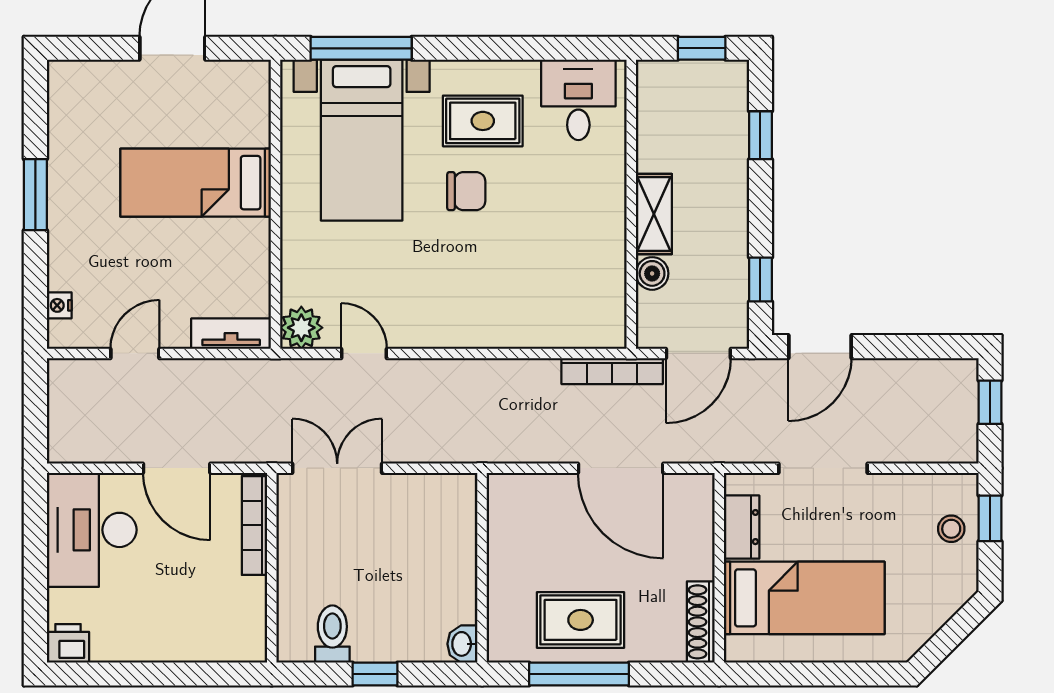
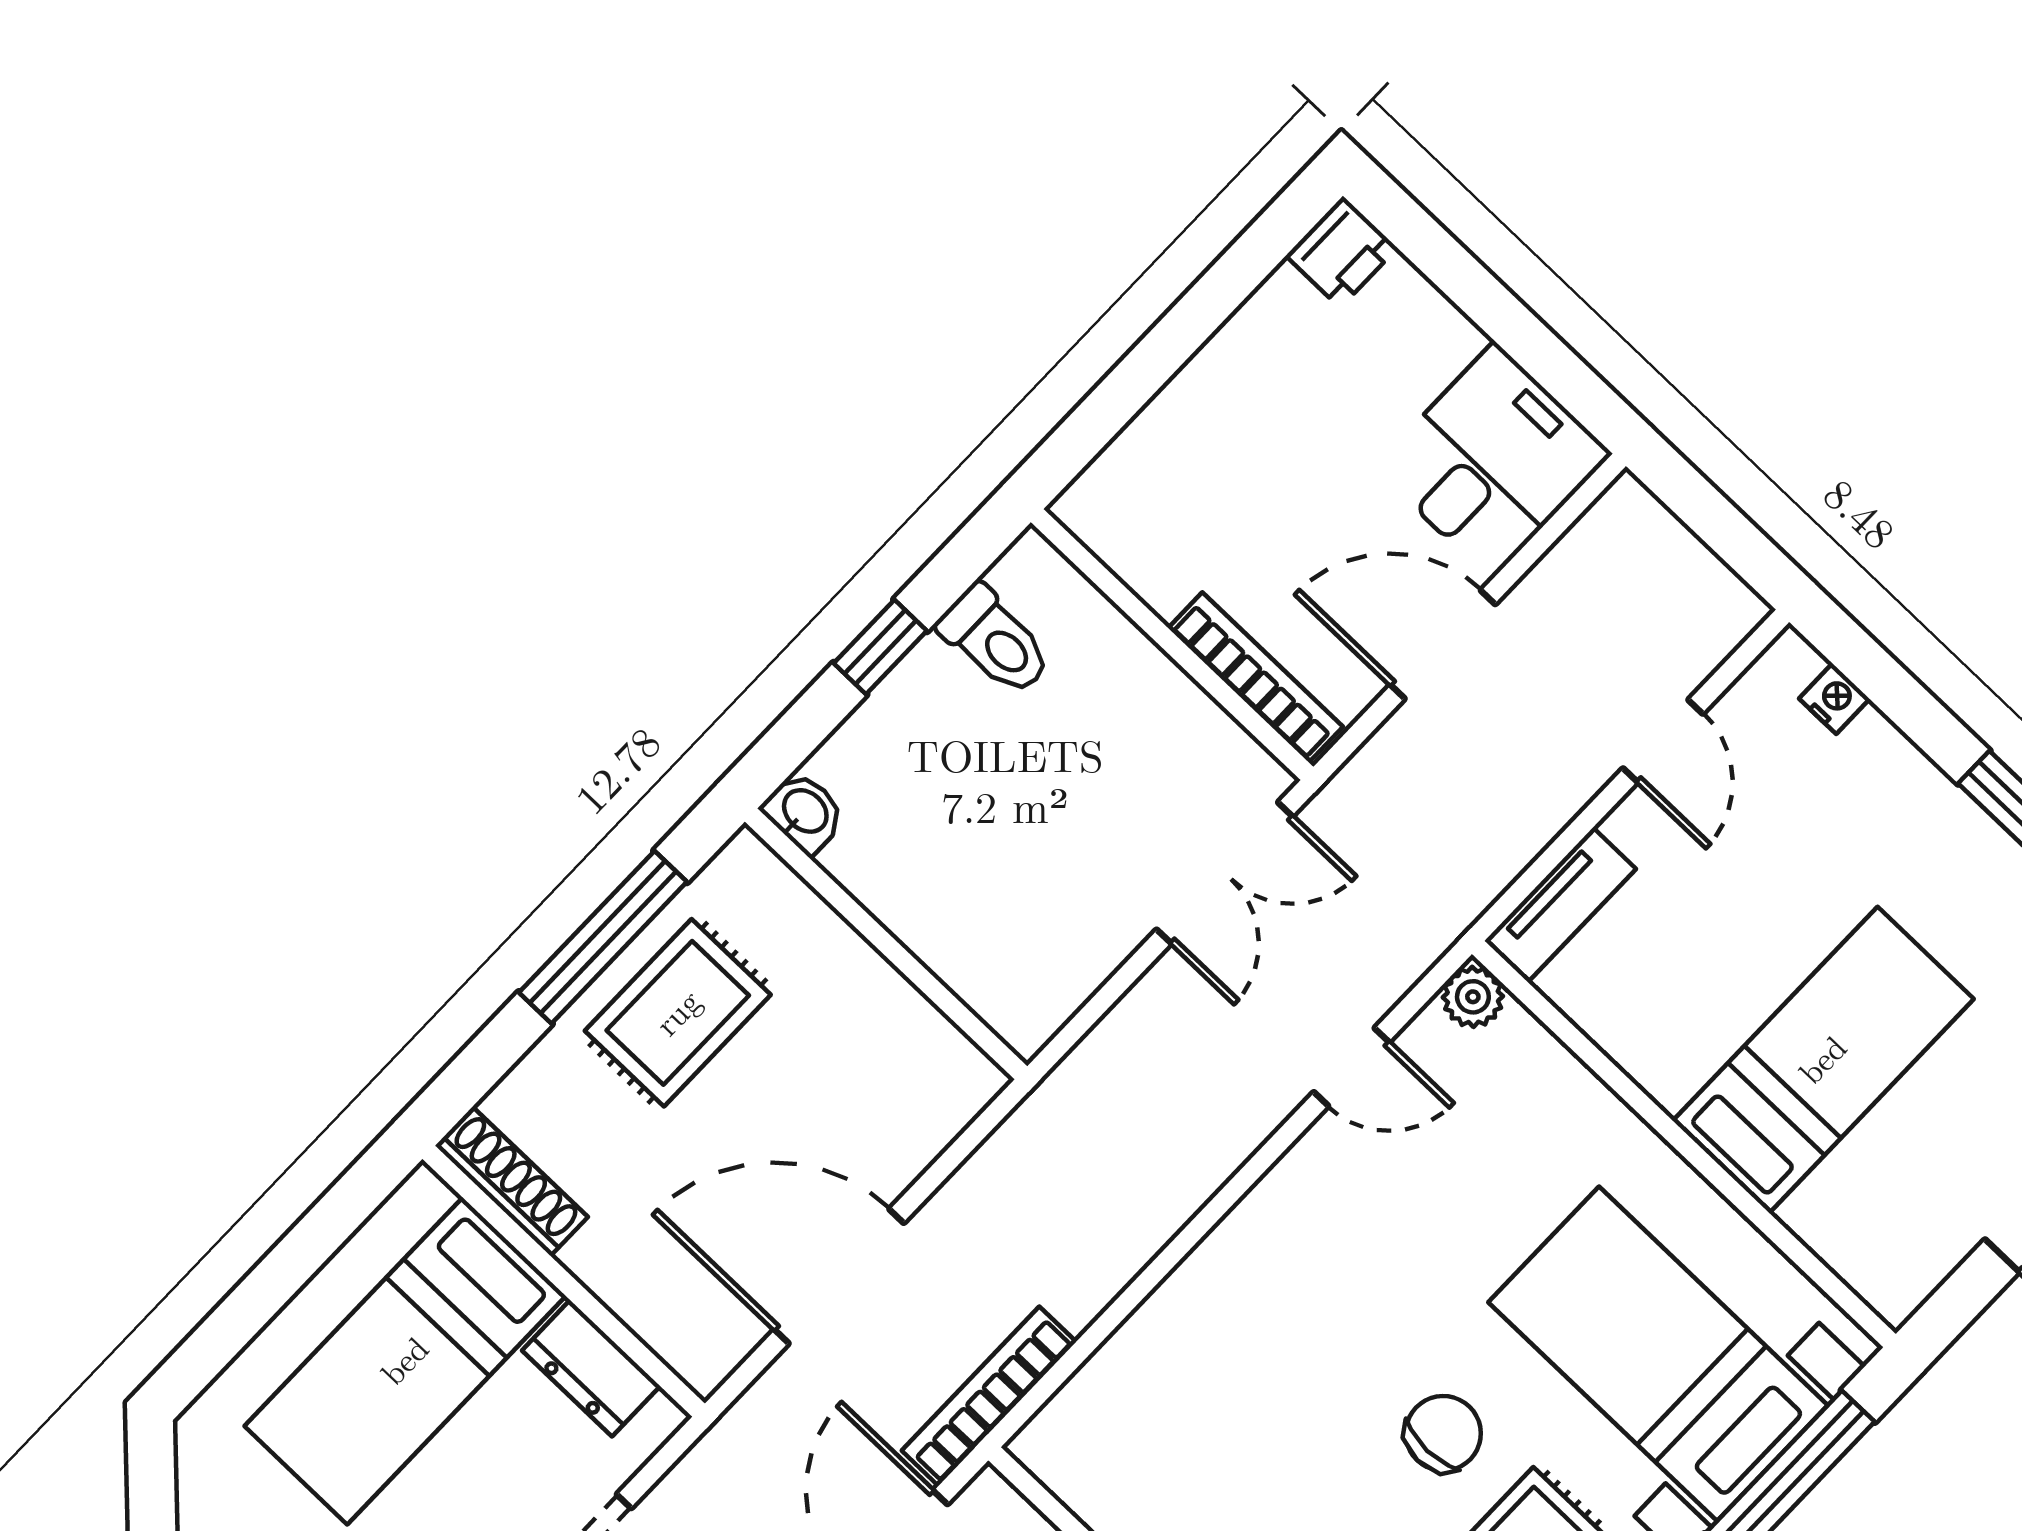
chair: (466, 191) -> (1443, 1433), turned 180
plant: (301, 328) -> (1473, 997), width x0.73, depth x0.73
desk: (92, 530) -> (1493, 461), width x0.73

